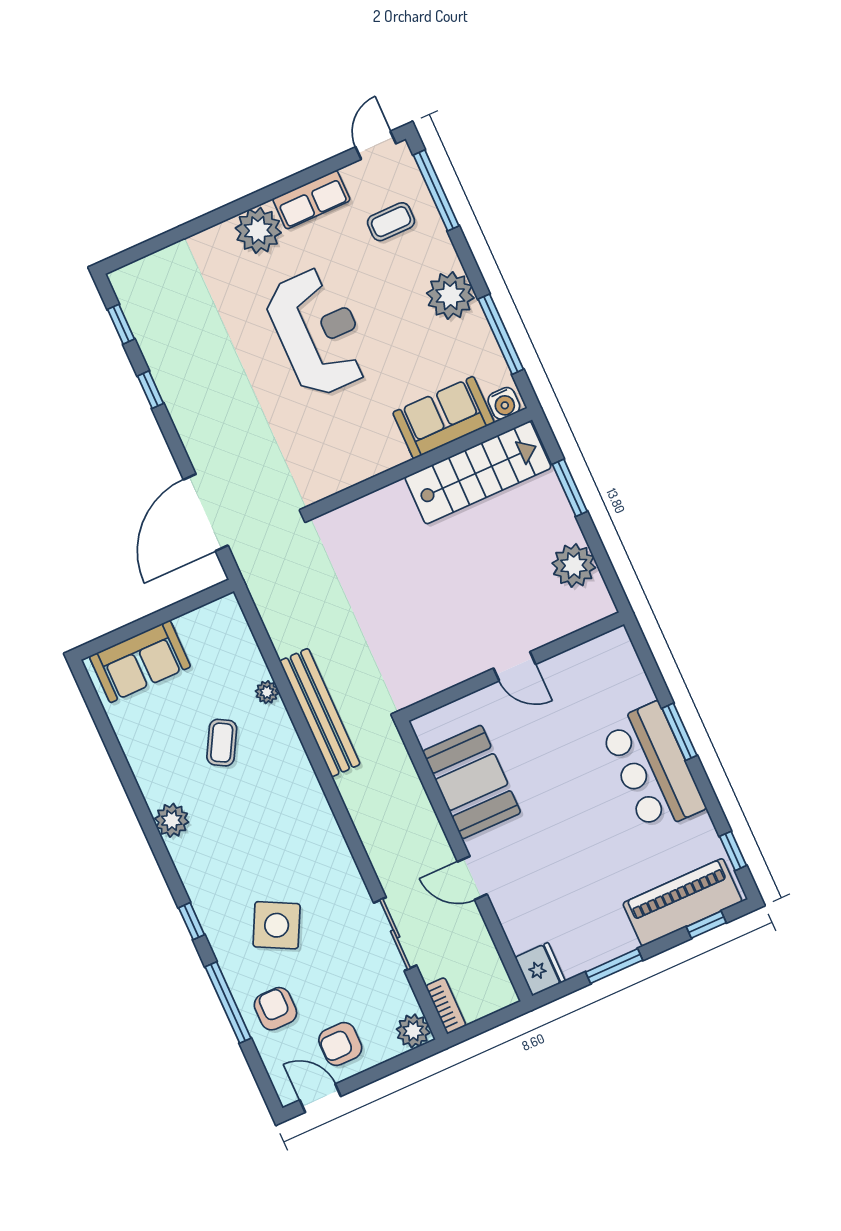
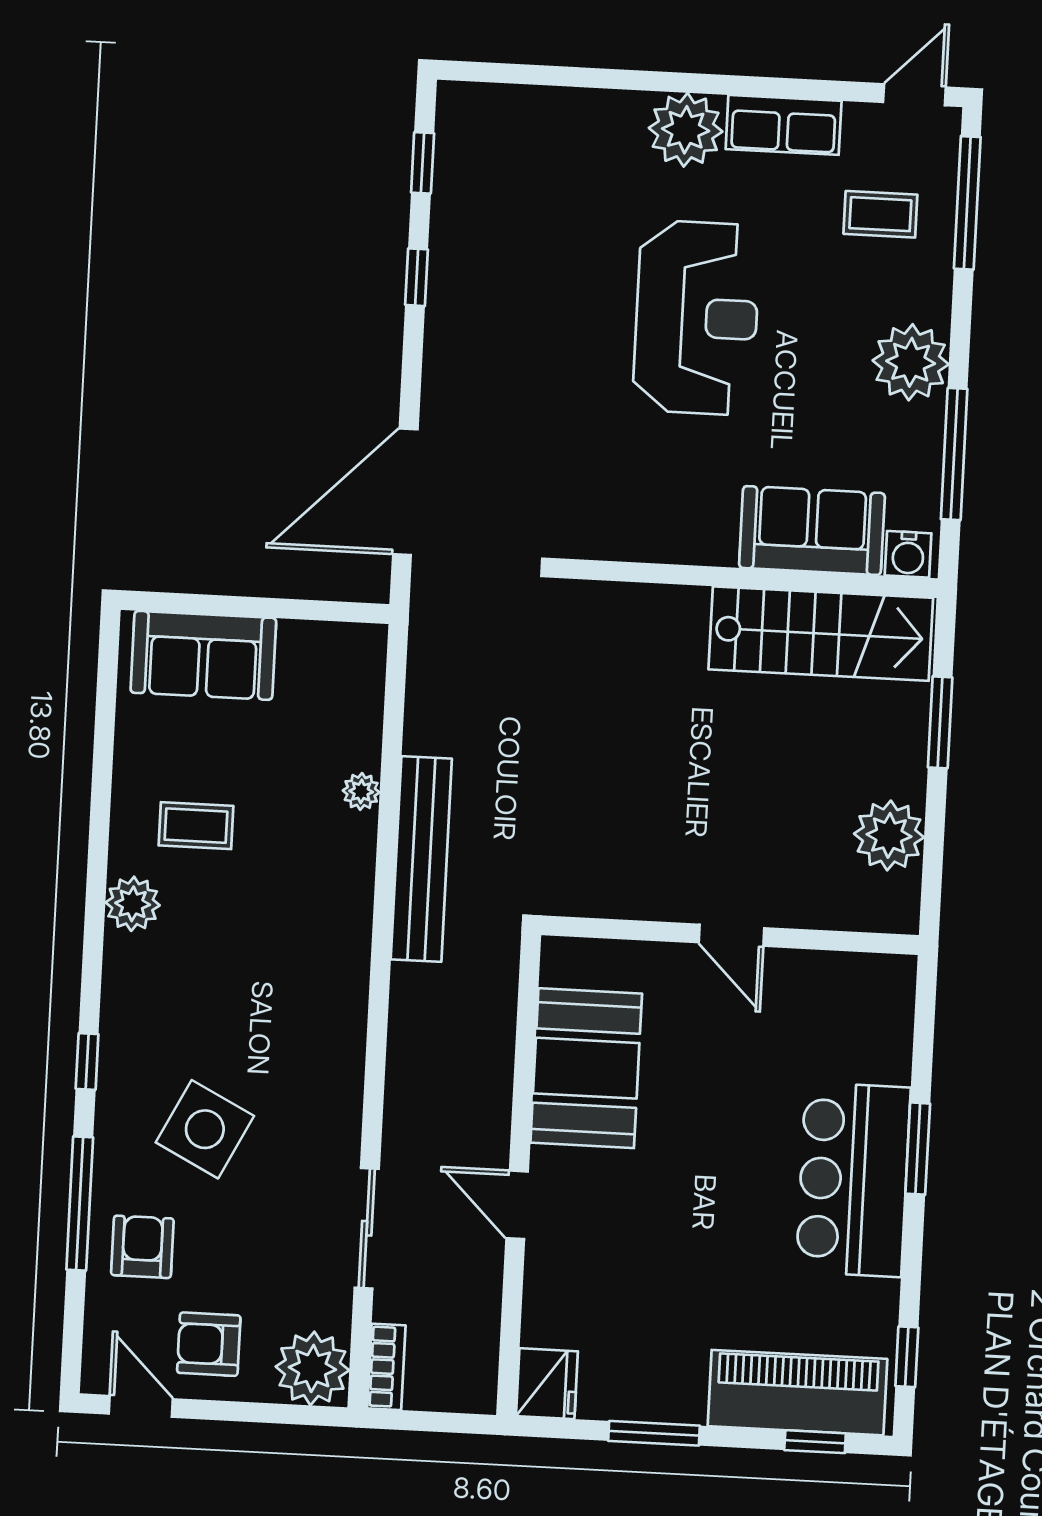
coffee table: (222, 743) -> (196, 826), moved, turned 61
plant: (413, 1031) -> (312, 1368), width x1.36, depth x1.36

